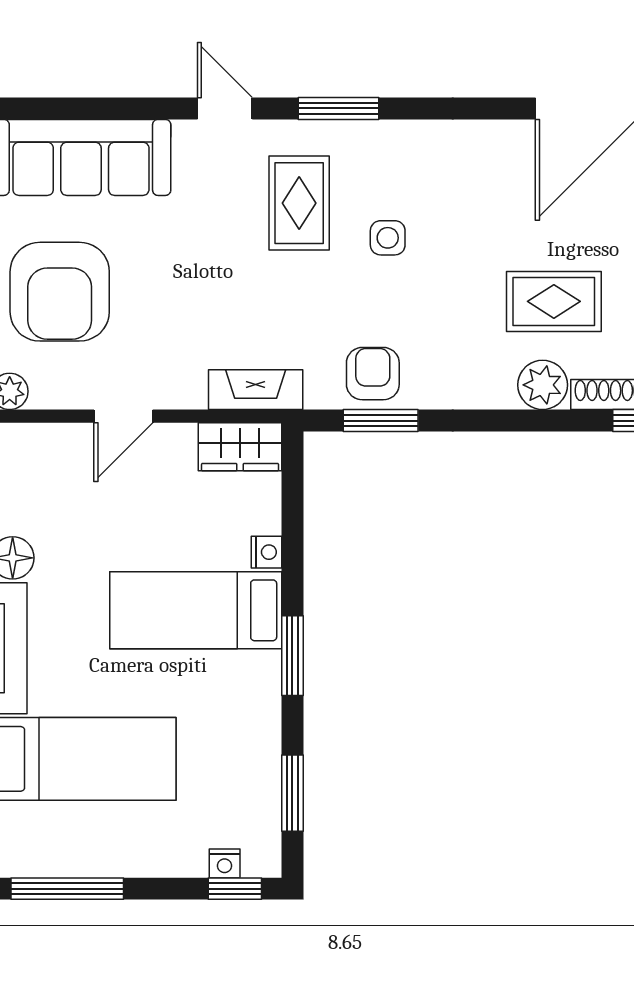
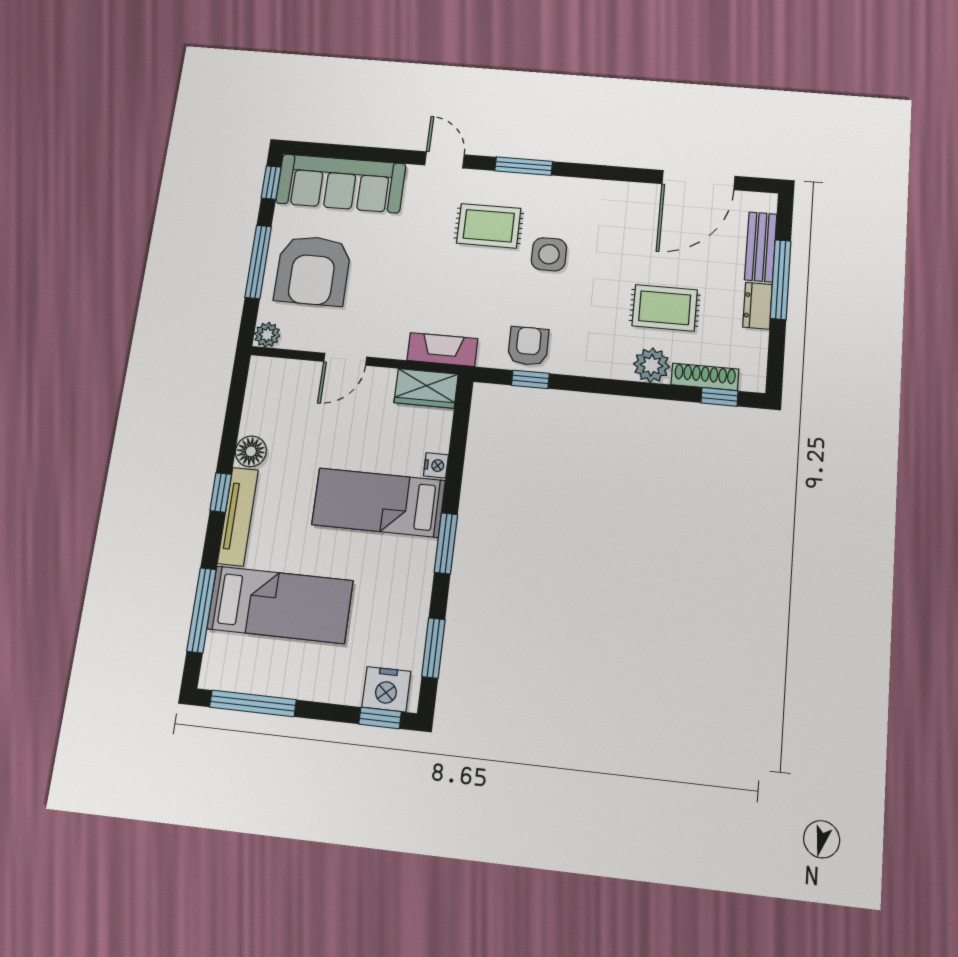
rug: (299, 203) -> (489, 226), turned 90
side table: (388, 238) -> (549, 254), width x1.37, depth x1.37
window: (381, 421) -> (530, 379), width x0.67
nightstand: (225, 863) -> (386, 689), width x1.89, depth x1.79

